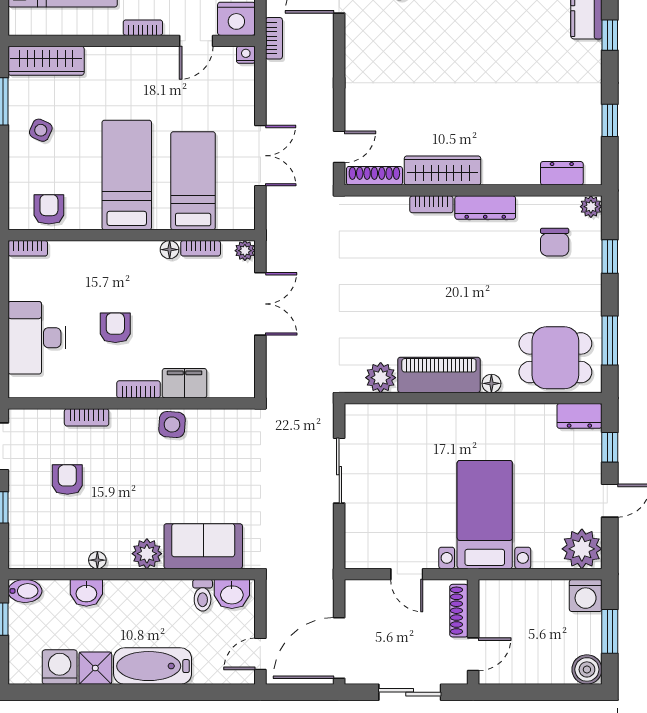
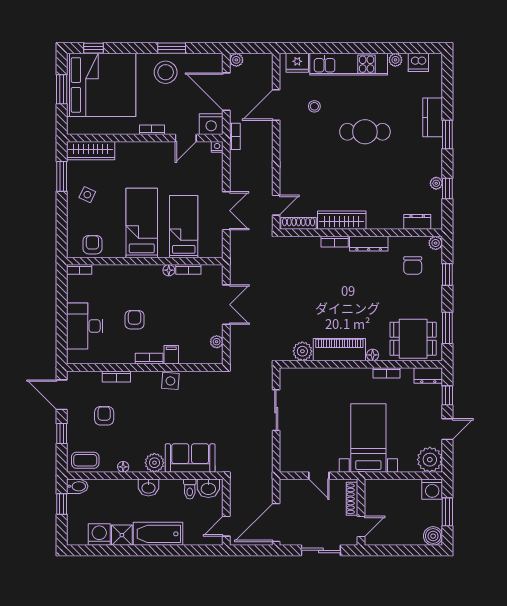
cafe table: (479, 31) -> (365, 132), added
window: (610, 35) -> (447, 134), width x1.50
plant: (592, 112) -> (436, 183), added
plant: (245, 251) -> (217, 342), moved
filing cabinet: (185, 383) -> (171, 355), width x0.50
bookcase: (513, 412) -> (386, 373), added
coffee table: (37, 550) -> (85, 460), added
washbasin: (86, 593) -> (148, 487), moved

